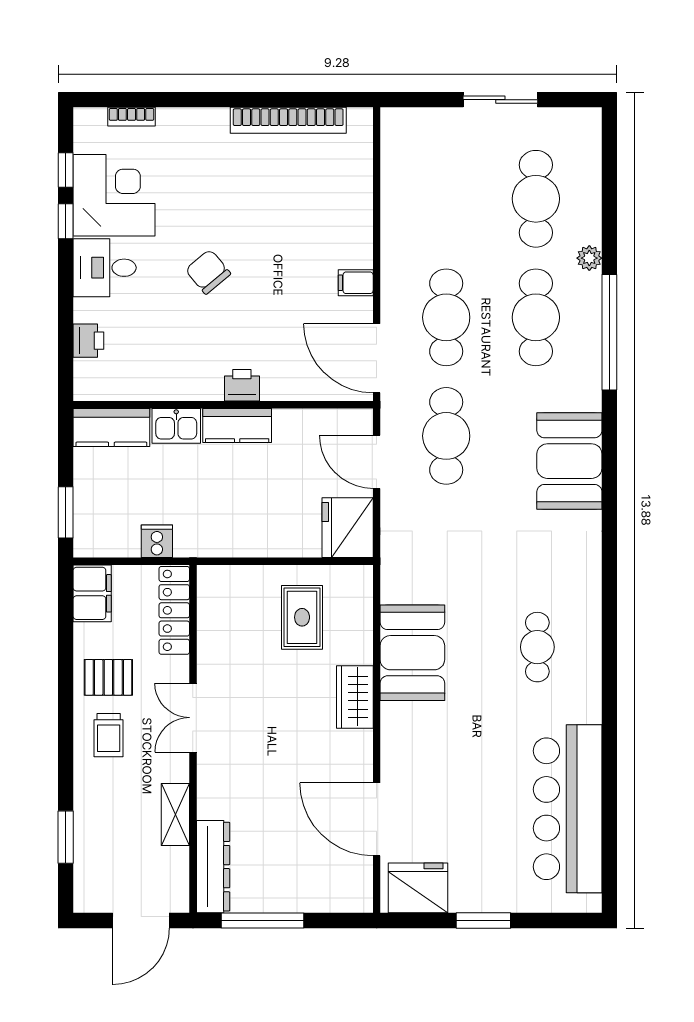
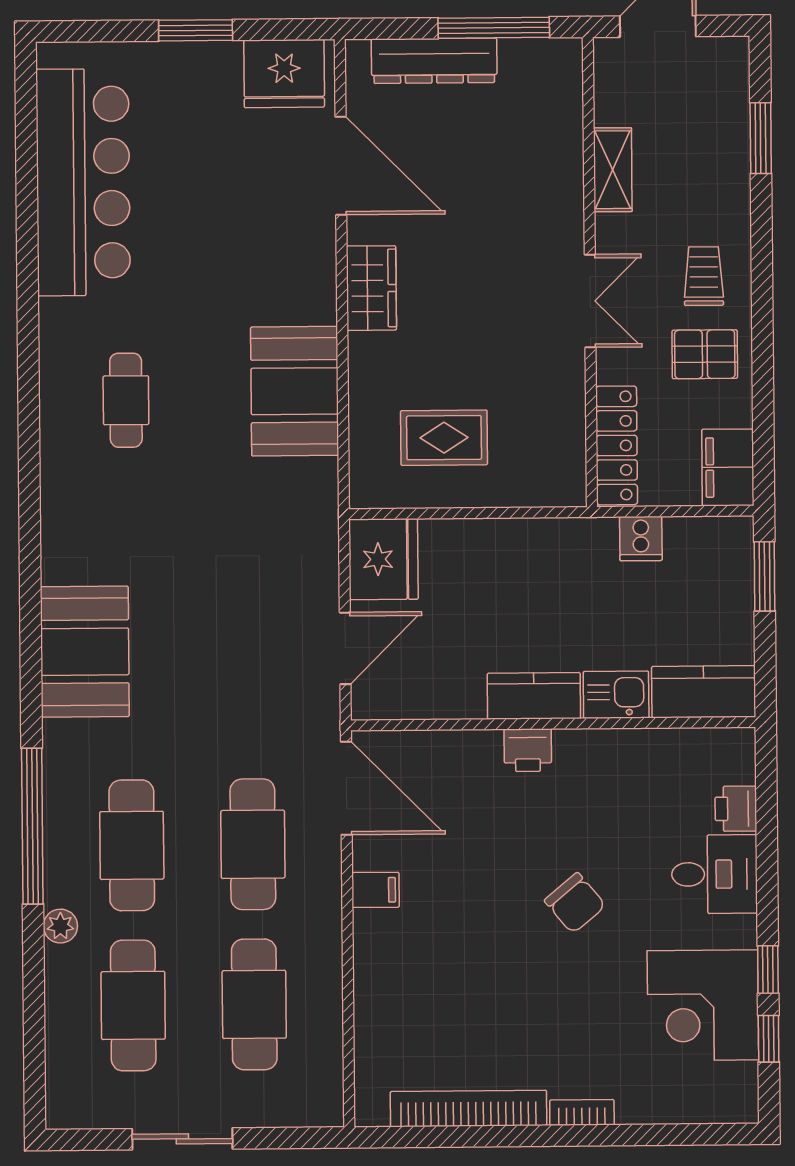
bookcase: (132, 117) -> (582, 1112), moved
desk: (105, 268) -> (714, 874), moved
cafe table: (446, 436) -> (254, 1004), moved
door: (377, 462) -> (345, 648), hinge flipped
rug: (302, 617) -> (444, 438), turned 90
wardrobe: (355, 697) -> (371, 288), moved
dresser: (213, 867) -> (434, 61), moved, turned -90

